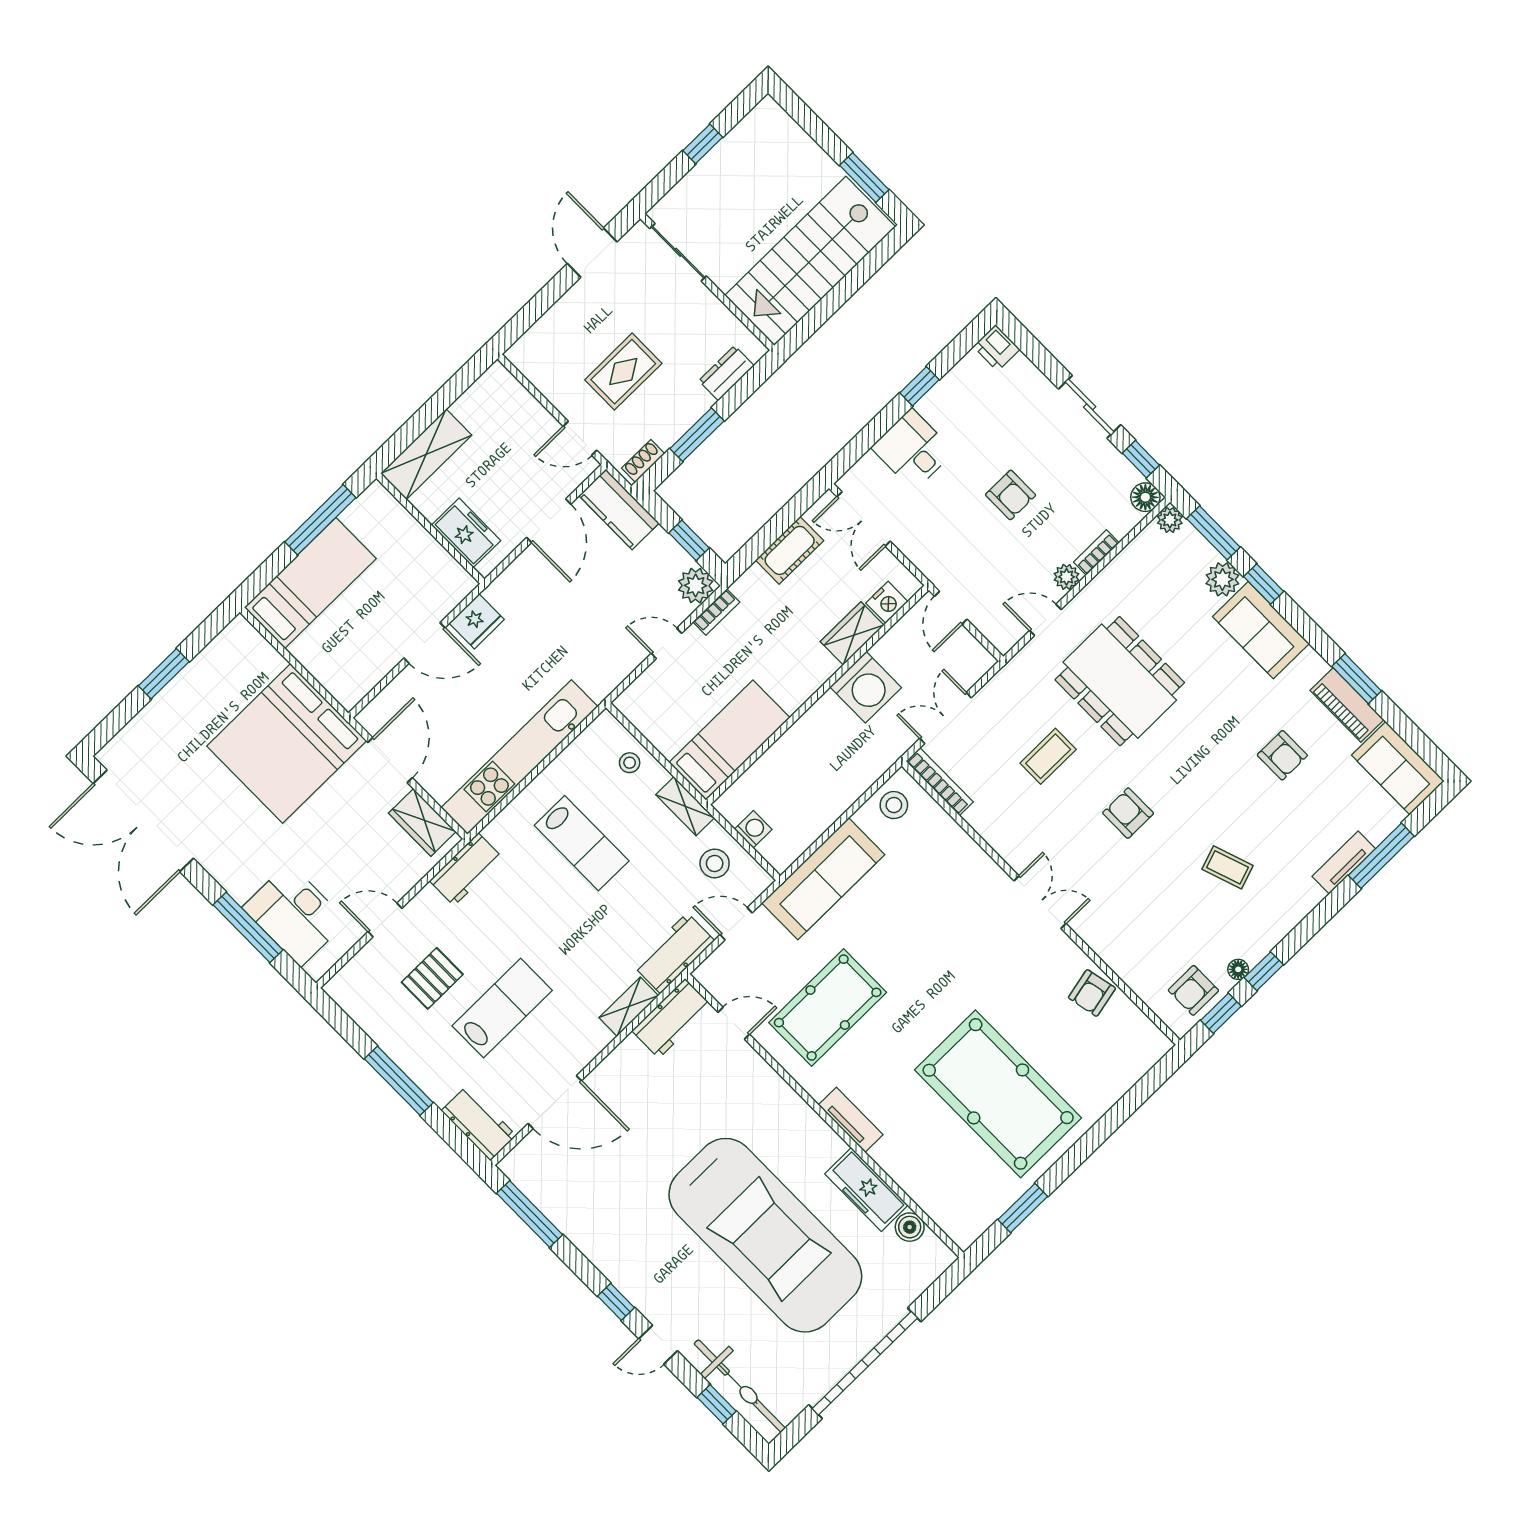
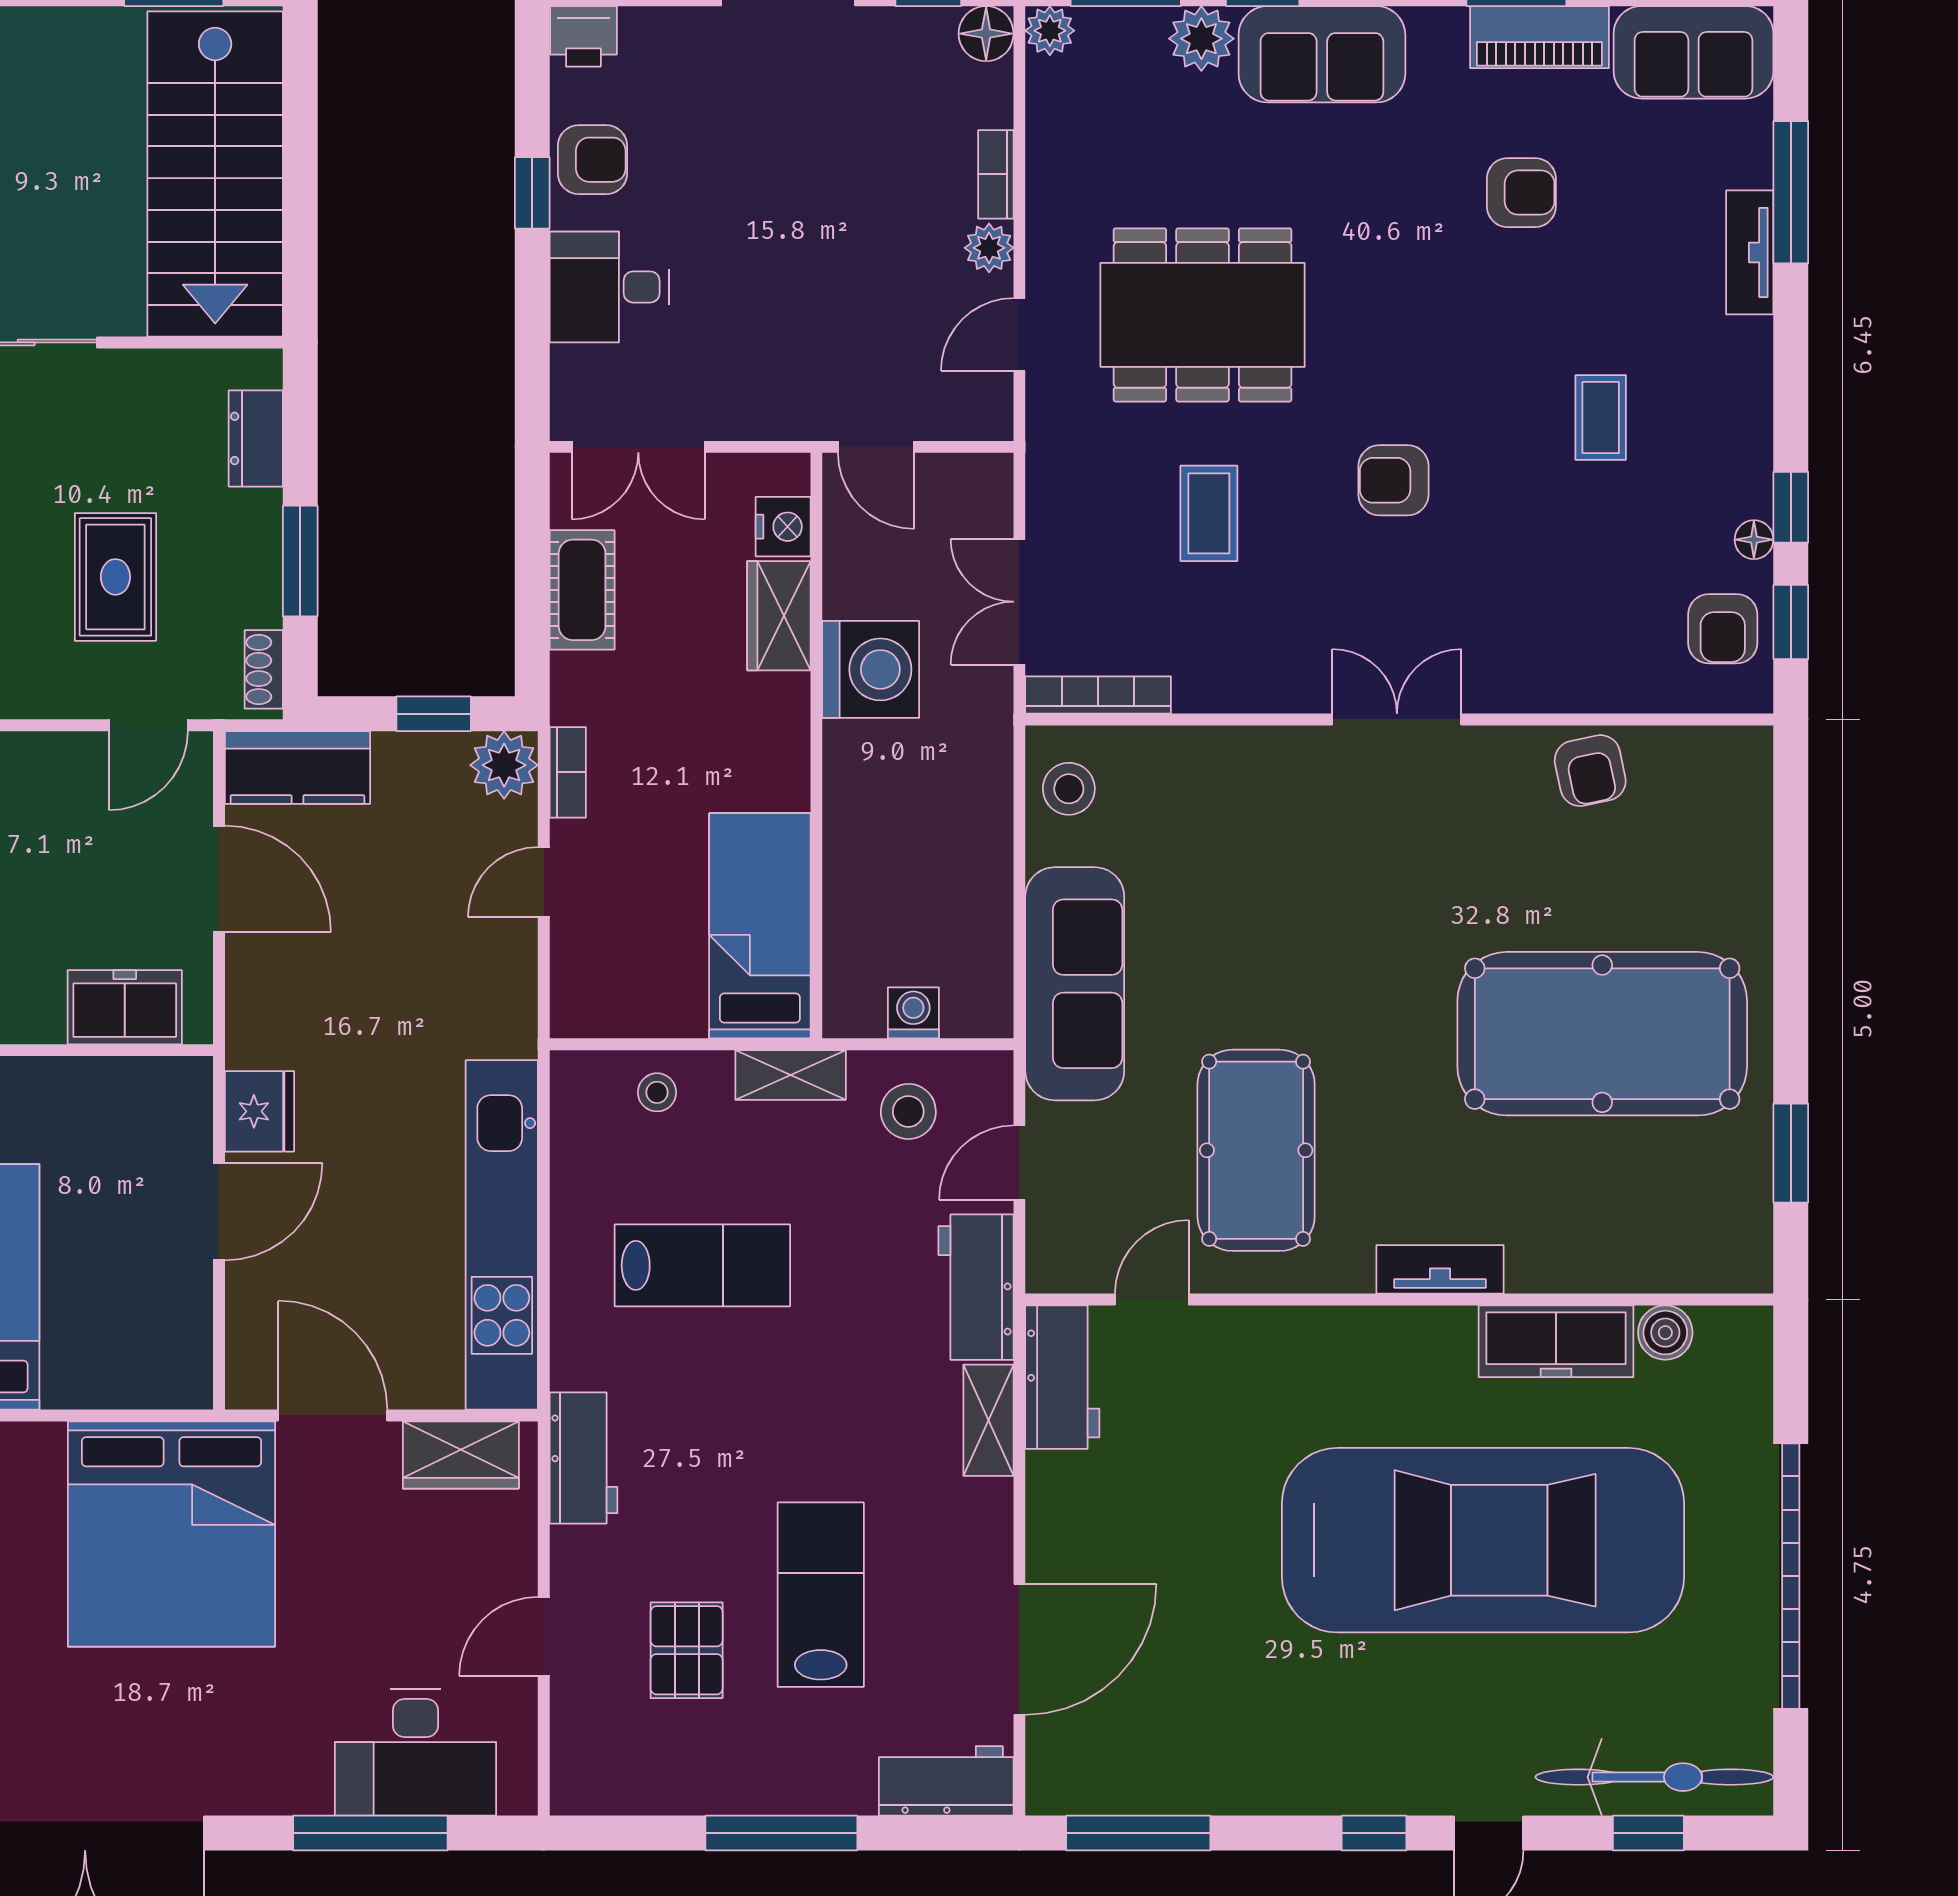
armchair: (1011, 495) -> (592, 160), moved
coffee table: (1228, 867) -> (1601, 417), turned -71

